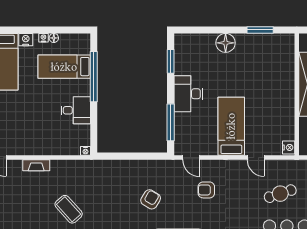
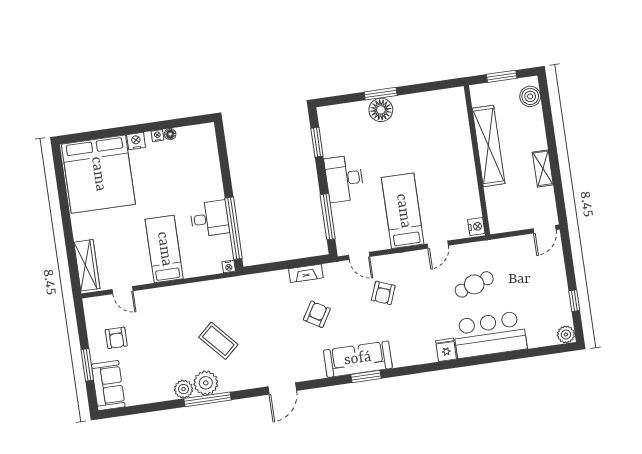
window: (260, 30) -> (381, 94), moved
bed: (64, 67) -> (164, 249), moved, turned 90
window: (94, 77) -> (234, 228), moved
door: (256, 158) -> (438, 245), hinge flipped
fireplace: (36, 165) -> (306, 273), moved
armchair: (206, 190) -> (383, 293), turned -69

